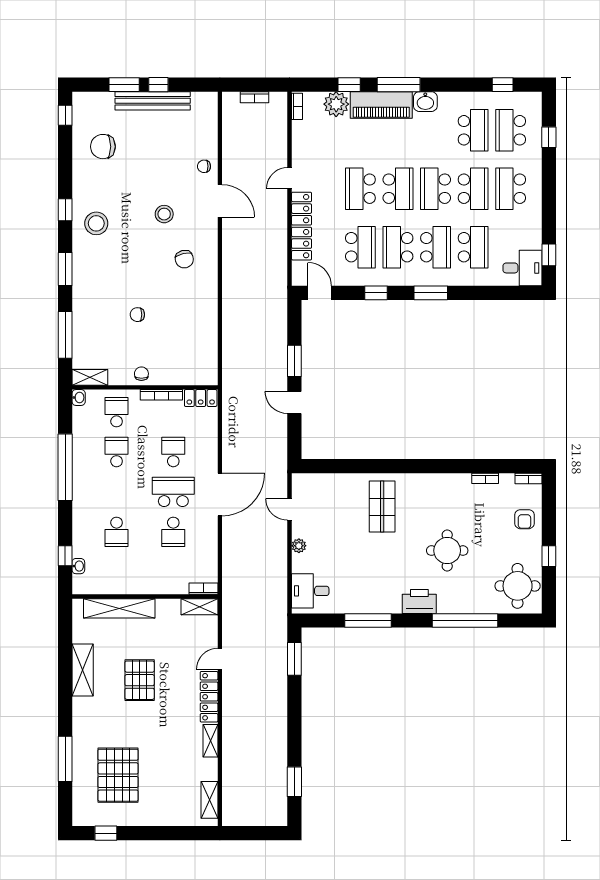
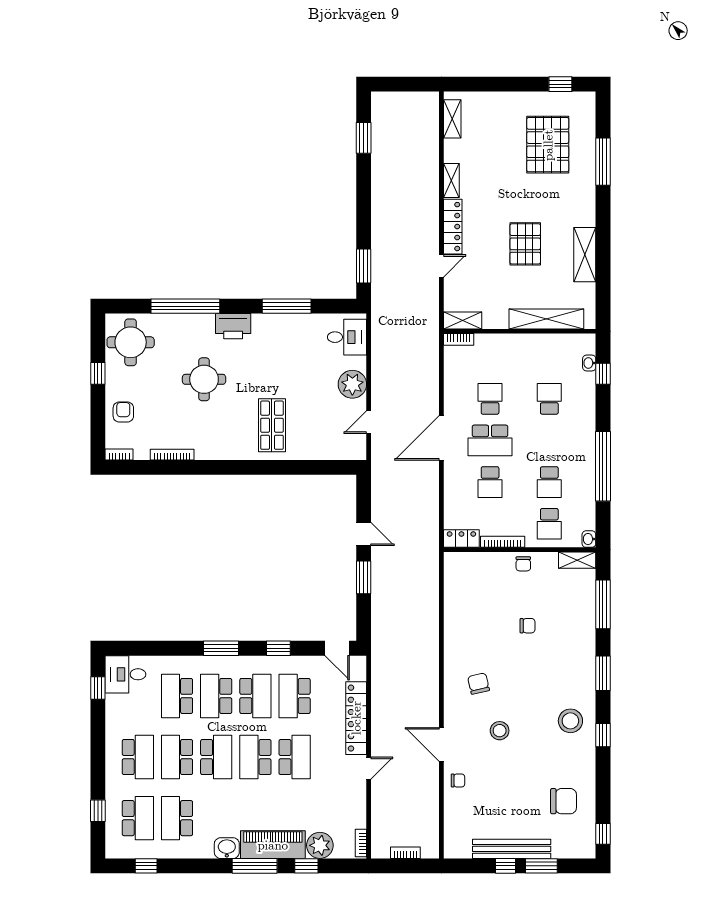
bookcase: (485, 478) -> (172, 455), width x1.56
door: (290, 509) -> (369, 422), swing flipped
plant: (299, 546) -> (352, 384), width x1.88, depth x1.88

